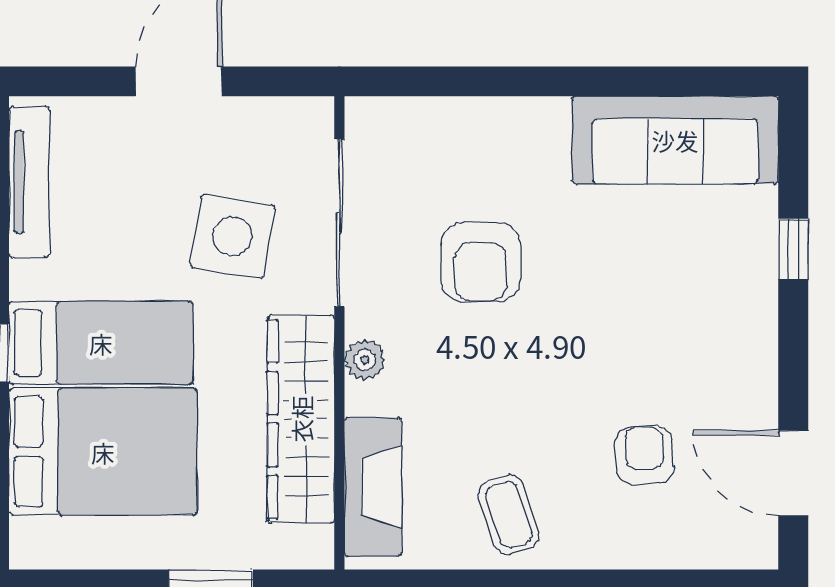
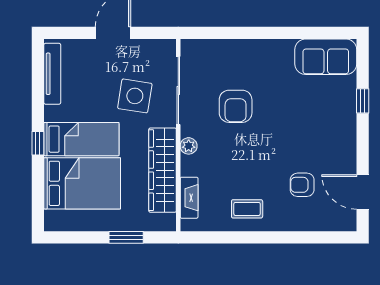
sofa: (675, 140) -> (326, 57), width x0.73
armchair: (644, 455) -> (302, 185), turned -86
fireplace: (373, 487) -> (189, 198), width x0.73, depth x0.76
coffee table: (509, 515) -> (247, 209), turned -72

